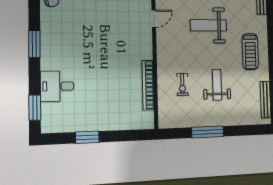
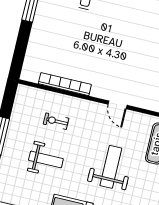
door: (154, 19) -> (118, 105), moved

